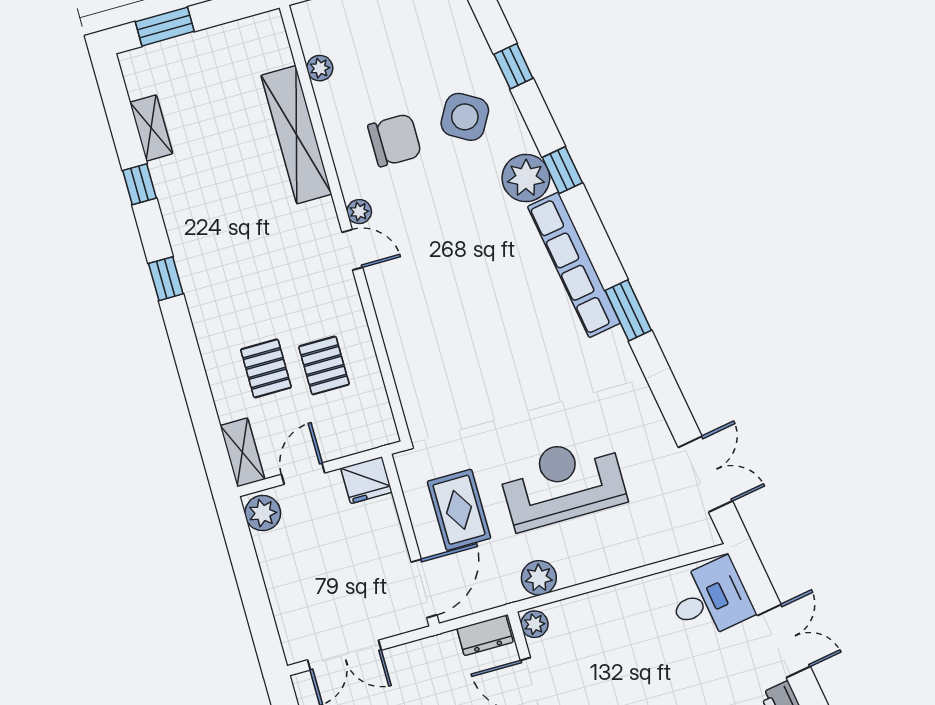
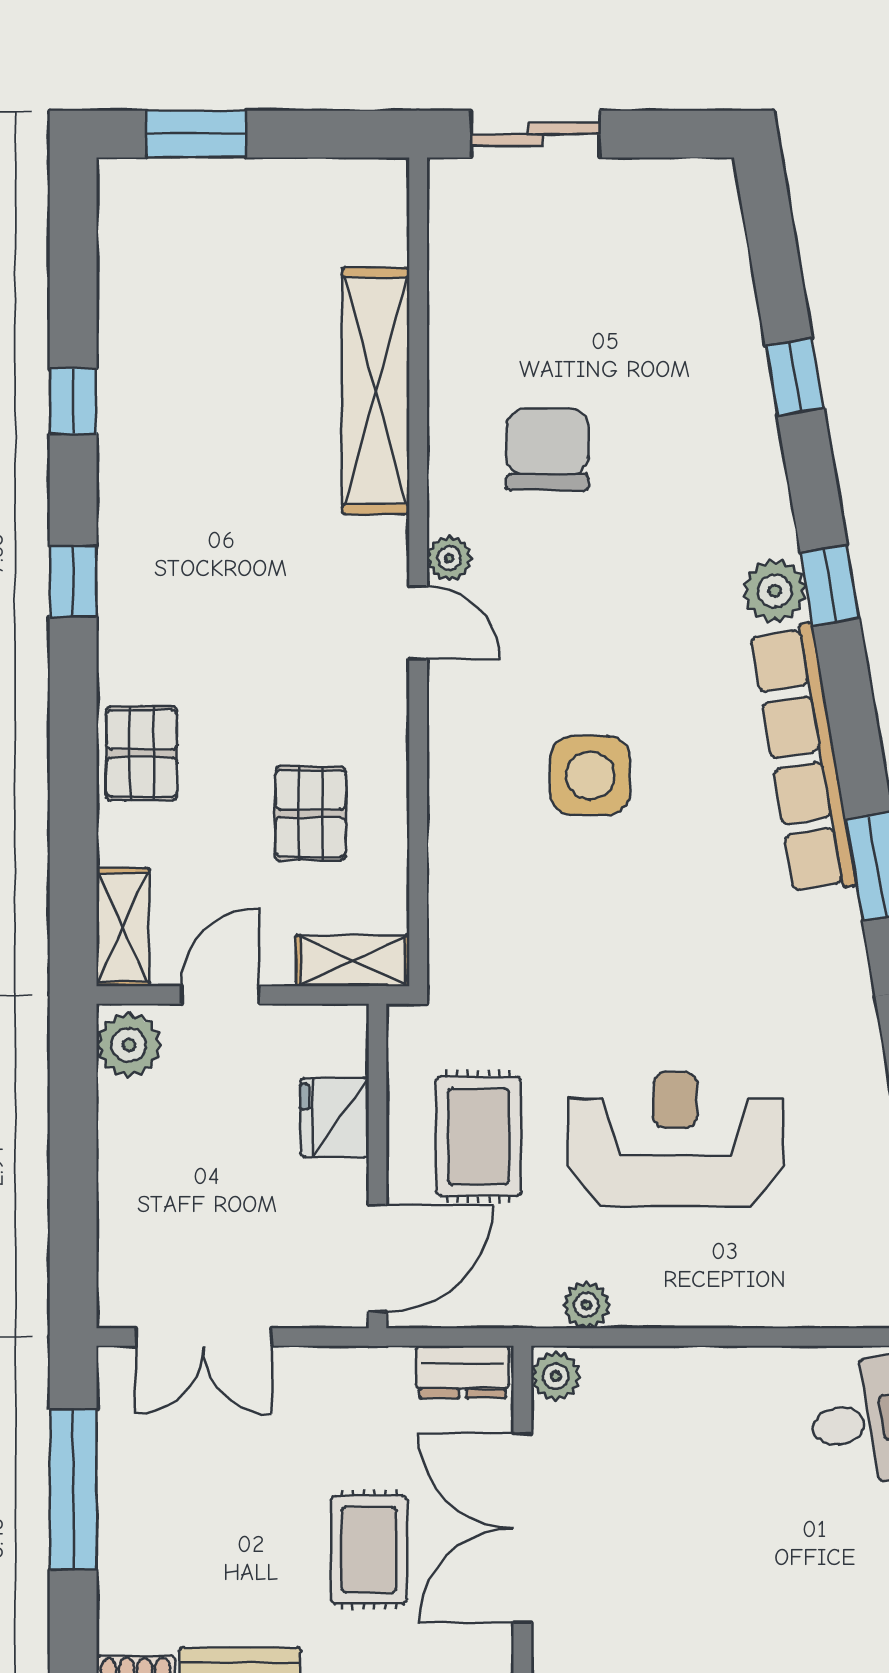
plant: (320, 68) -> (450, 284), removed
side table: (465, 117) -> (590, 775), moved, turned -30
shelving: (151, 128) -> (353, 961), moved, turned 90
chair: (395, 140) -> (547, 449), turned -90
plant: (526, 178) -> (775, 591), width x0.73, depth x0.73
pallet: (266, 368) -> (142, 753), moved
fridge: (366, 480) -> (335, 1117), moved, turned 90
plant: (539, 578) -> (586, 1305), width x0.73, depth x0.73

